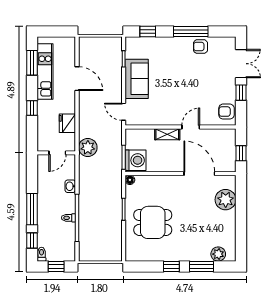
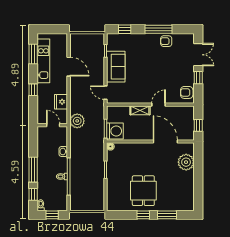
door: (57, 153) -> (53, 125), swing flipped
dining table: (153, 222) -> (143, 191), moved, turned 90
plant: (218, 254) -> (180, 205), removed

